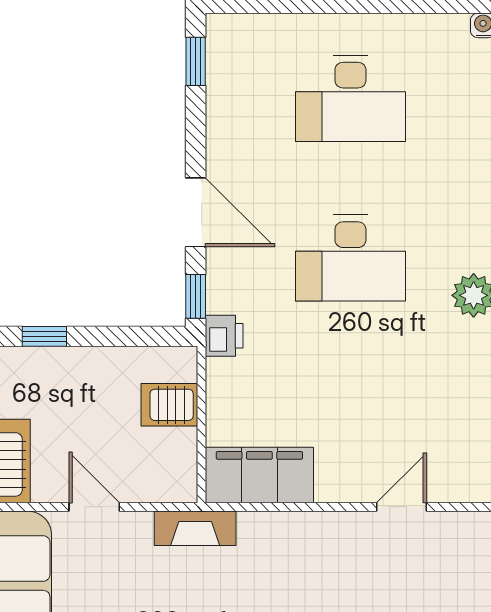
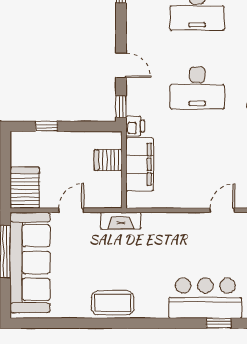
door: (196, 212) -> (121, 65), width x0.73
filing cabinet: (259, 475) -> (140, 164), moved, turned 90
door: (94, 507) -> (71, 210), hinge flipped

